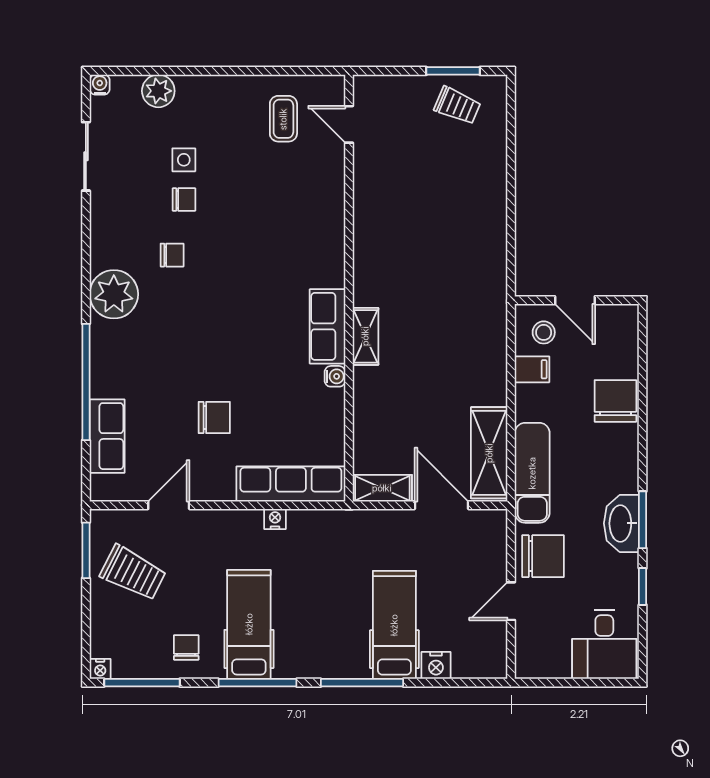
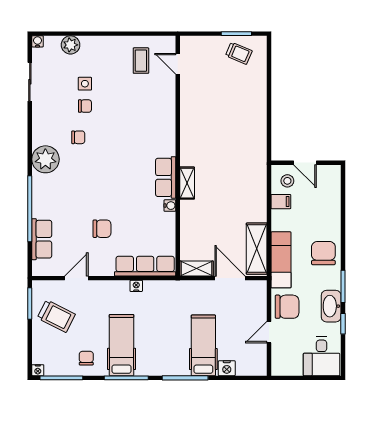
chair: (615, 401) -> (323, 253), moved
washbasin: (621, 523) -> (331, 306), moved

